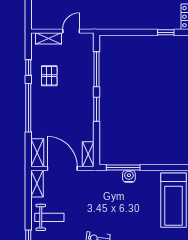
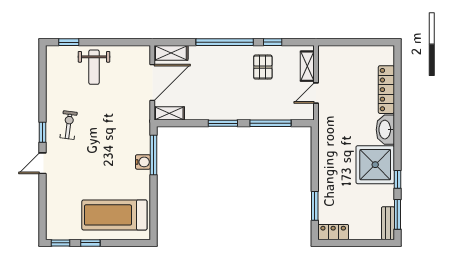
door: (71, 31) -> (316, 93), swing flipped
window: (166, 32) -> (315, 206), width x1.50
pallet: (49, 76) -> (263, 67), turned 90
shelving: (37, 184) -> (134, 52), removed

